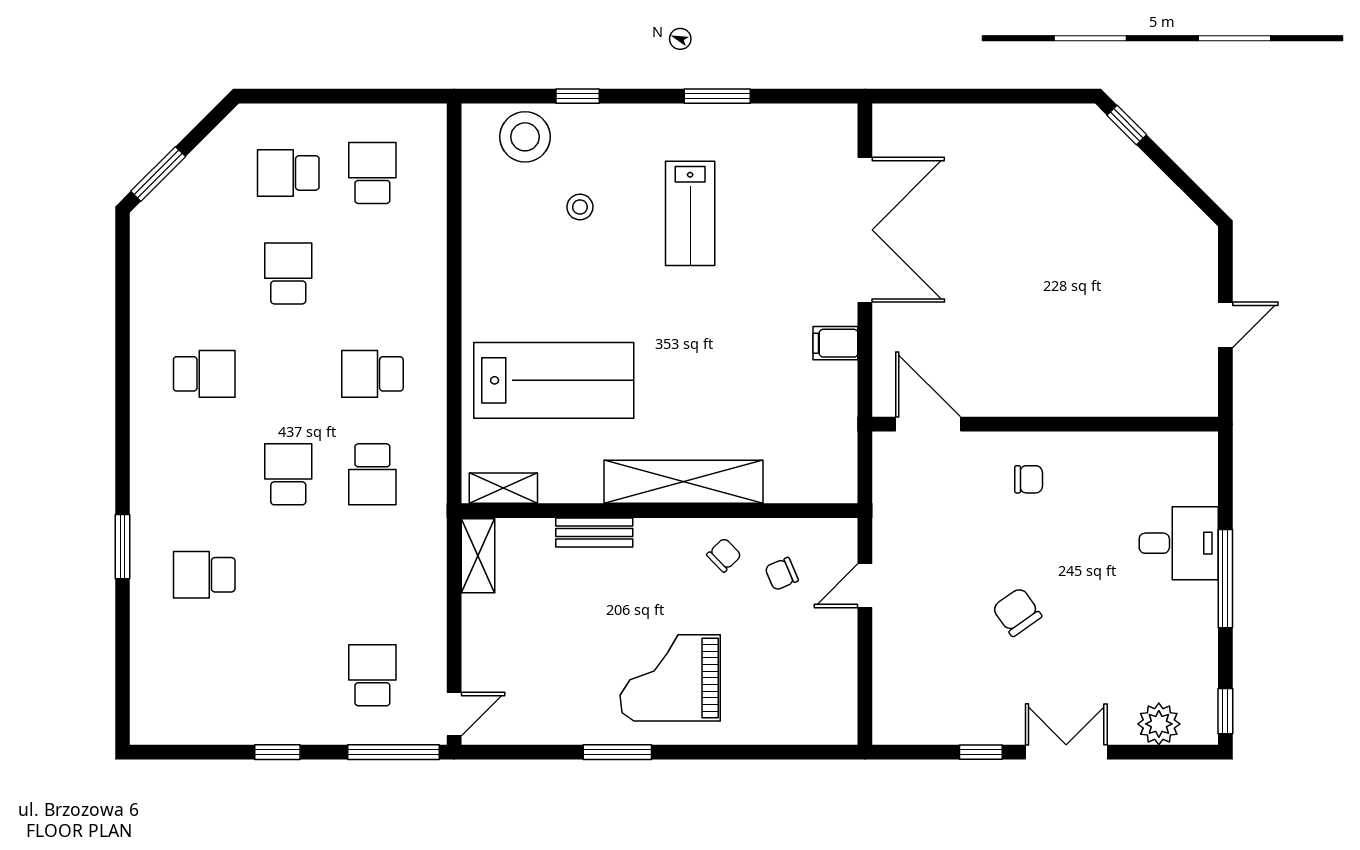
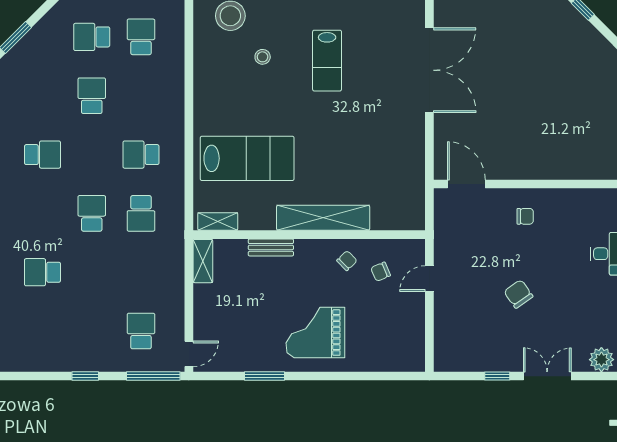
filing cabinet: (835, 343) -> (412, 137), removed
window: (617, 752) -> (265, 376), moved

